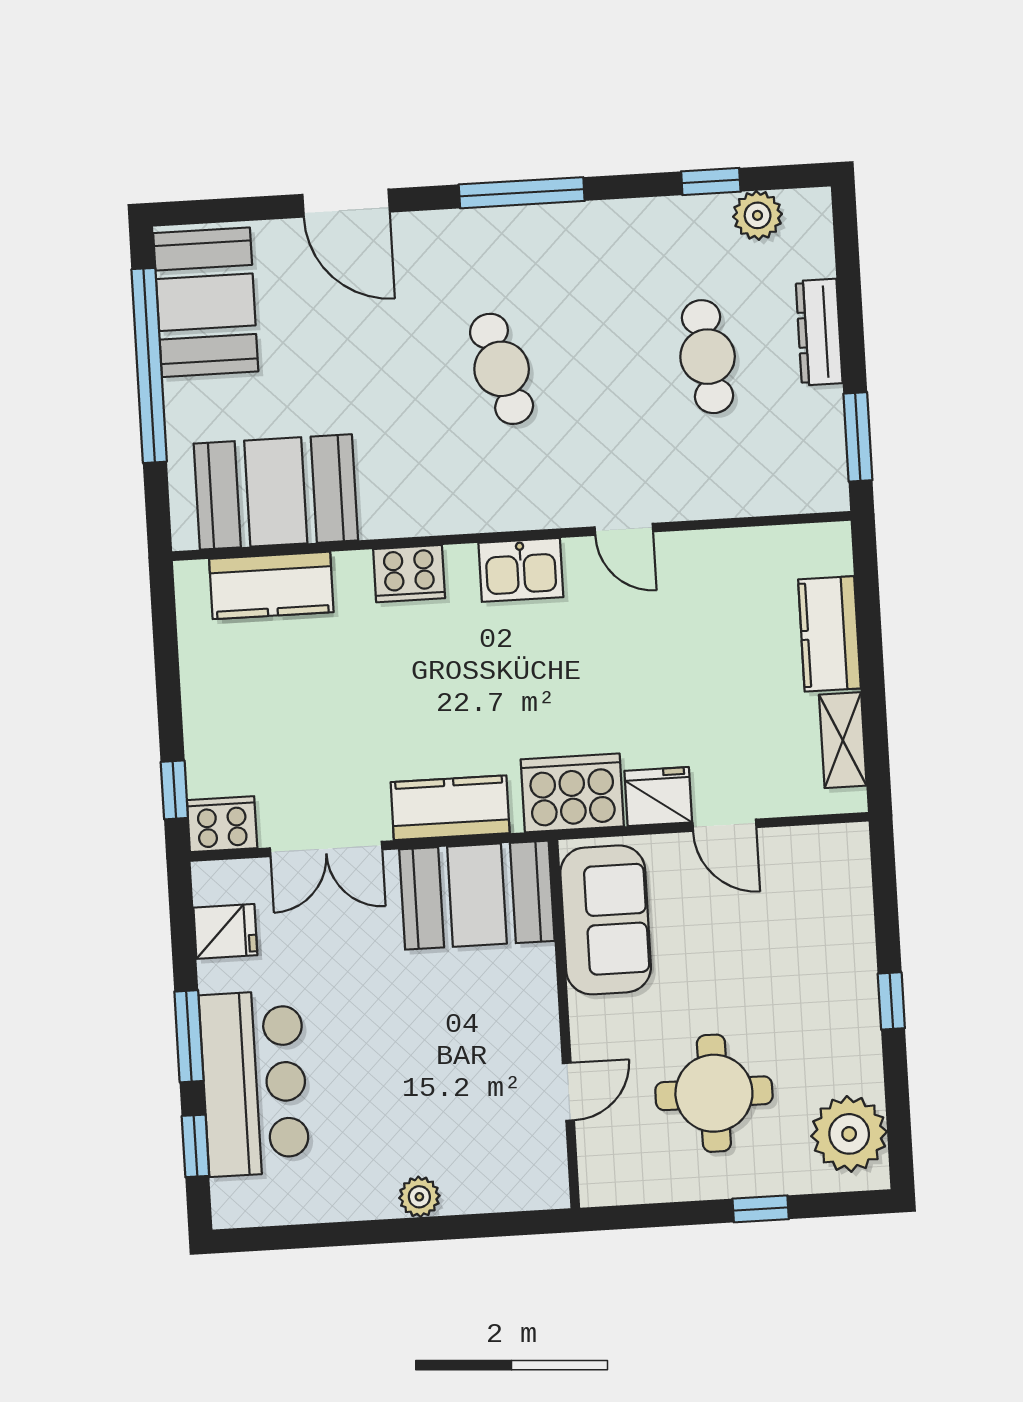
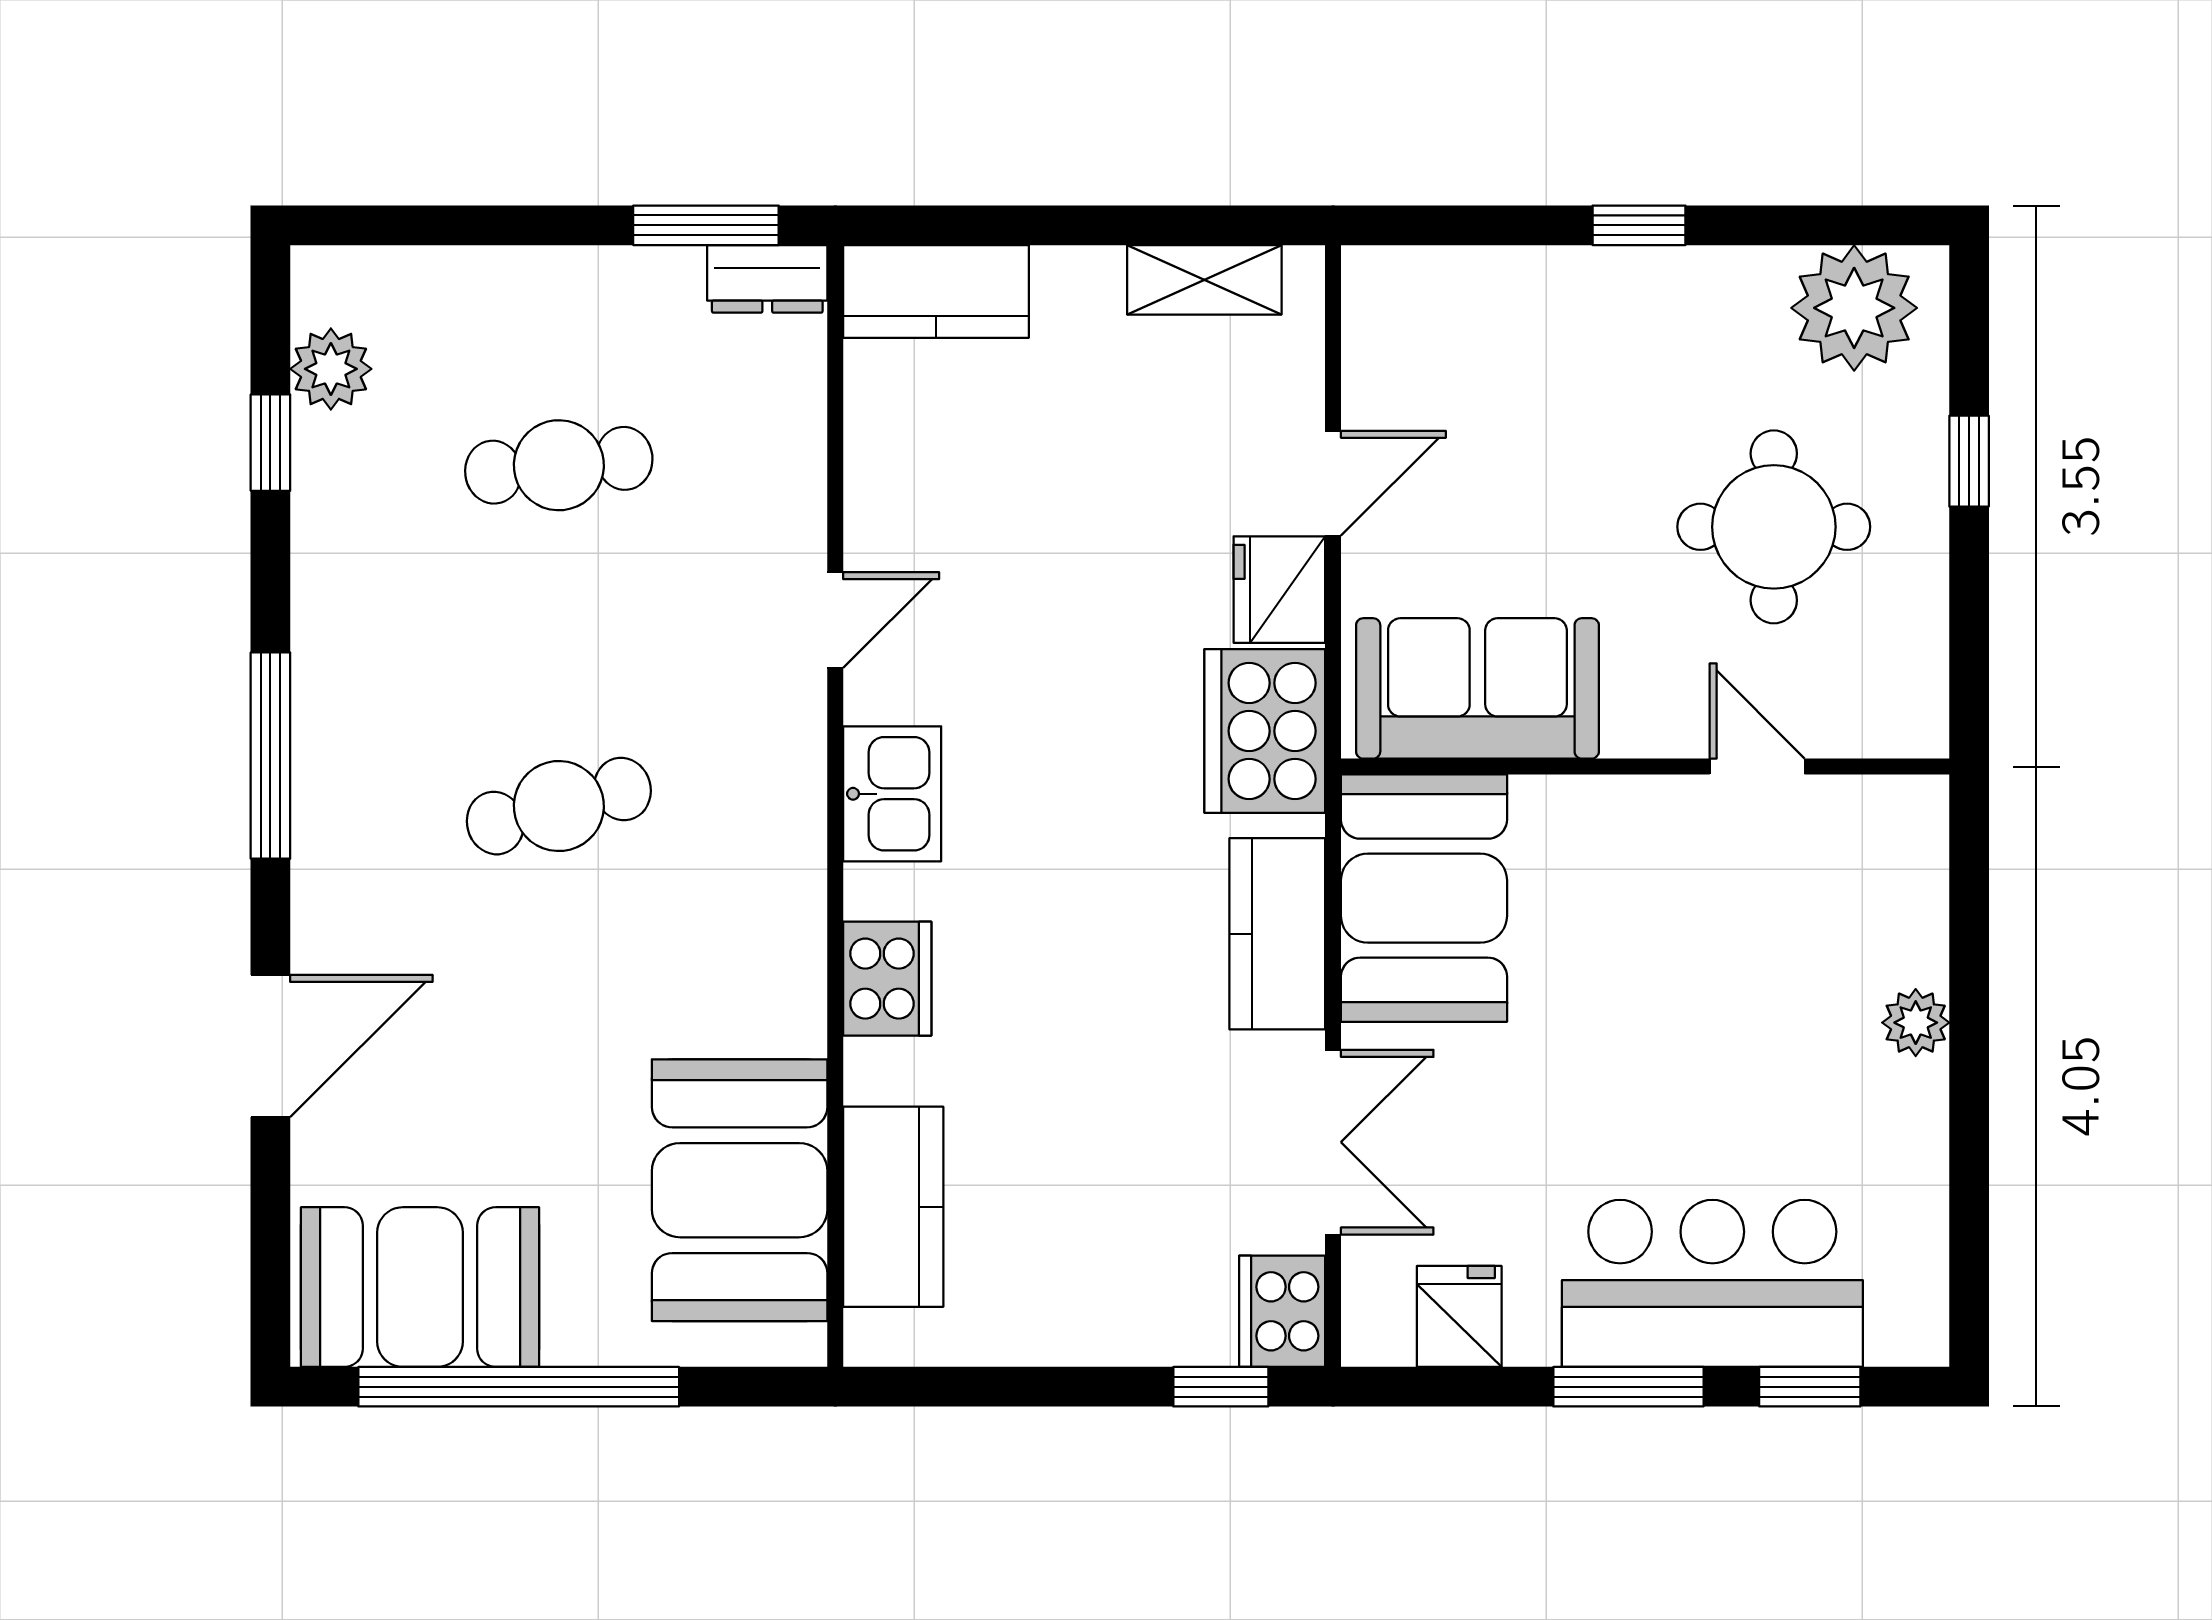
dresser: (819, 332) -> (767, 279), moved, width x0.70
kitchen counter: (829, 634) -> (936, 291), moved

